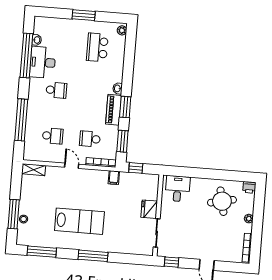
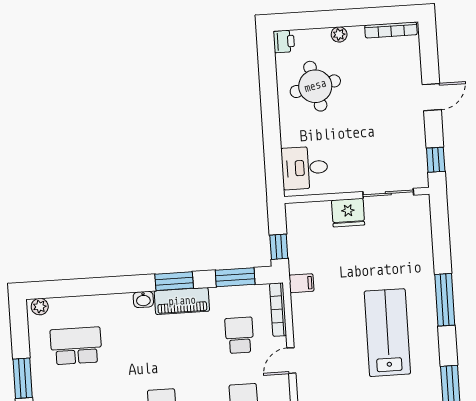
school desk: (97, 47) -> (76, 346), turned 180
school desk: (90, 139) -> (239, 335), turned 180

